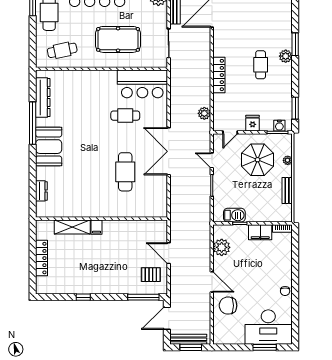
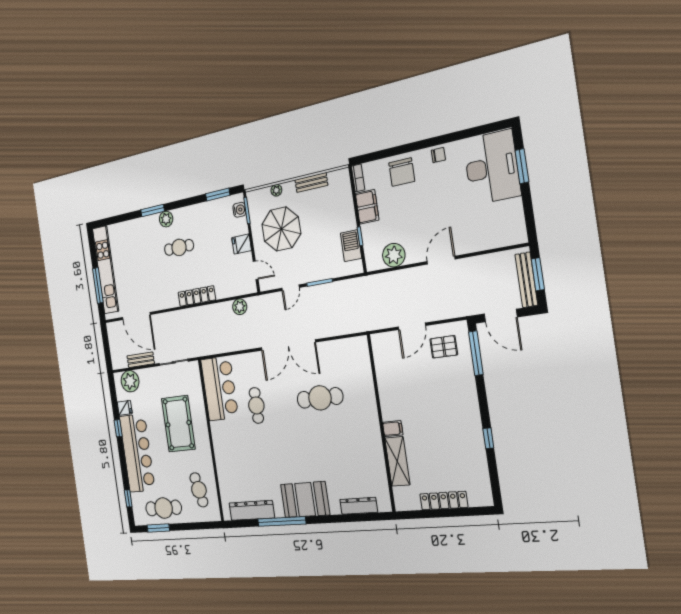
dresser: (41, 191) -> (359, 506), width x1.44
pallet: (151, 275) -> (444, 347), turned 90
chair: (228, 306) -> (402, 172), moved

